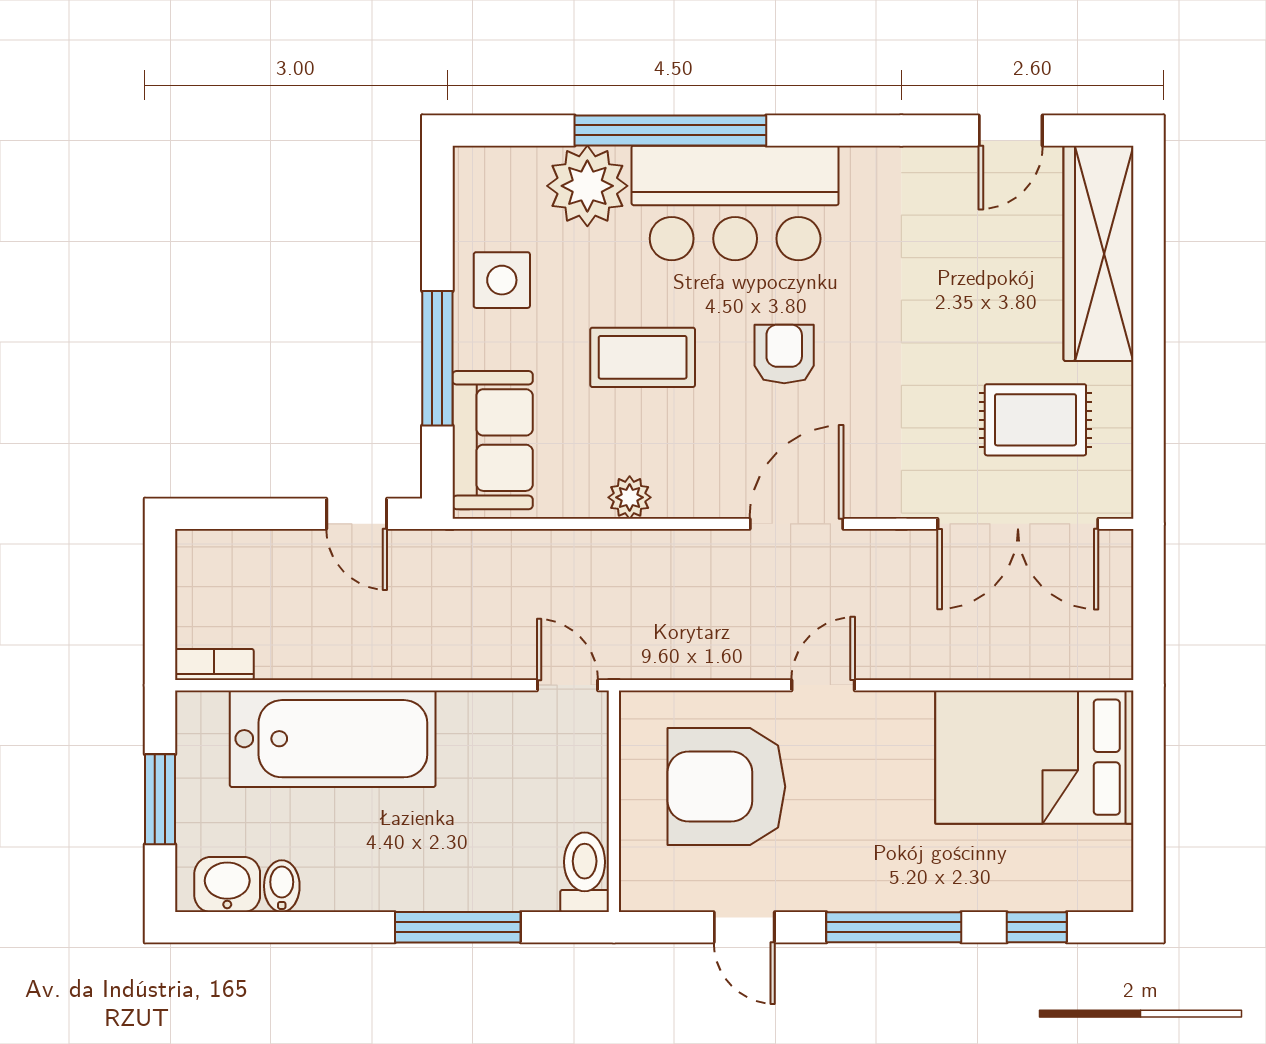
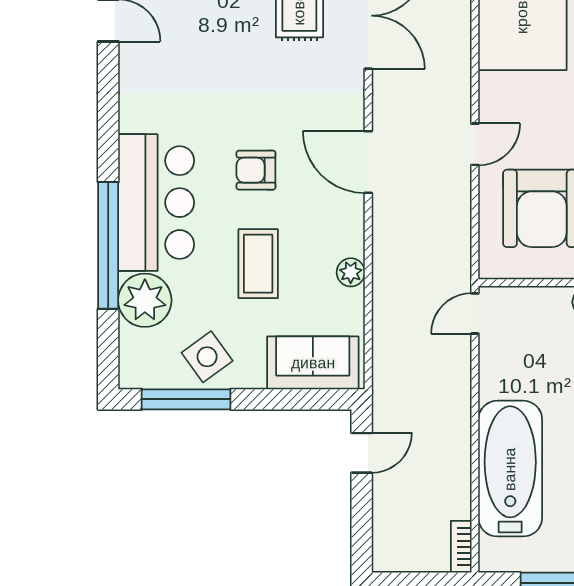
side table: (502, 280) -> (207, 357), turned -36
window: (437, 358) -> (186, 399), moved
door: (823, 685) -> (475, 144), swing flipped

